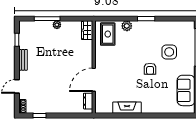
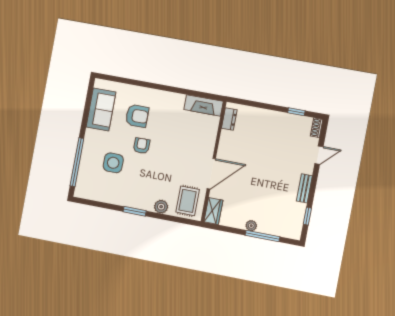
door: (94, 80) -> (211, 174), moved
armchair: (158, 91) -> (137, 116), added
fireplace: (127, 108) -> (204, 105), moved

